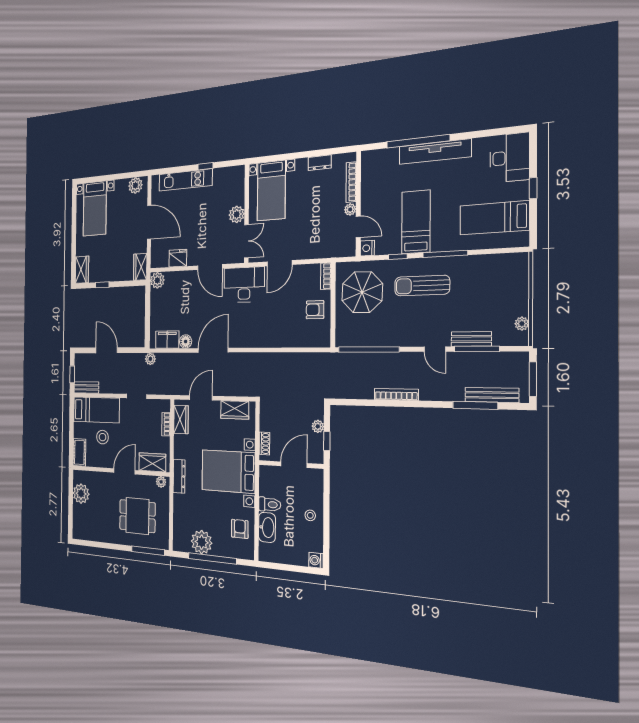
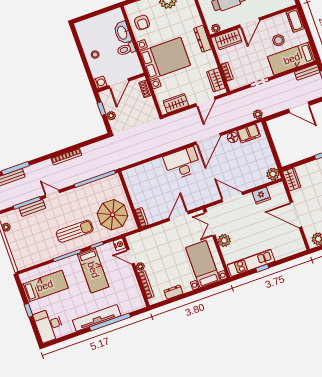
kitchen unit: (185, 180) -> (251, 263), moved
desk: (244, 285) -> (182, 163), moved, turned 180
armchair: (315, 310) -> (141, 193), removed
washing machine: (316, 560) -> (100, 83), moved

